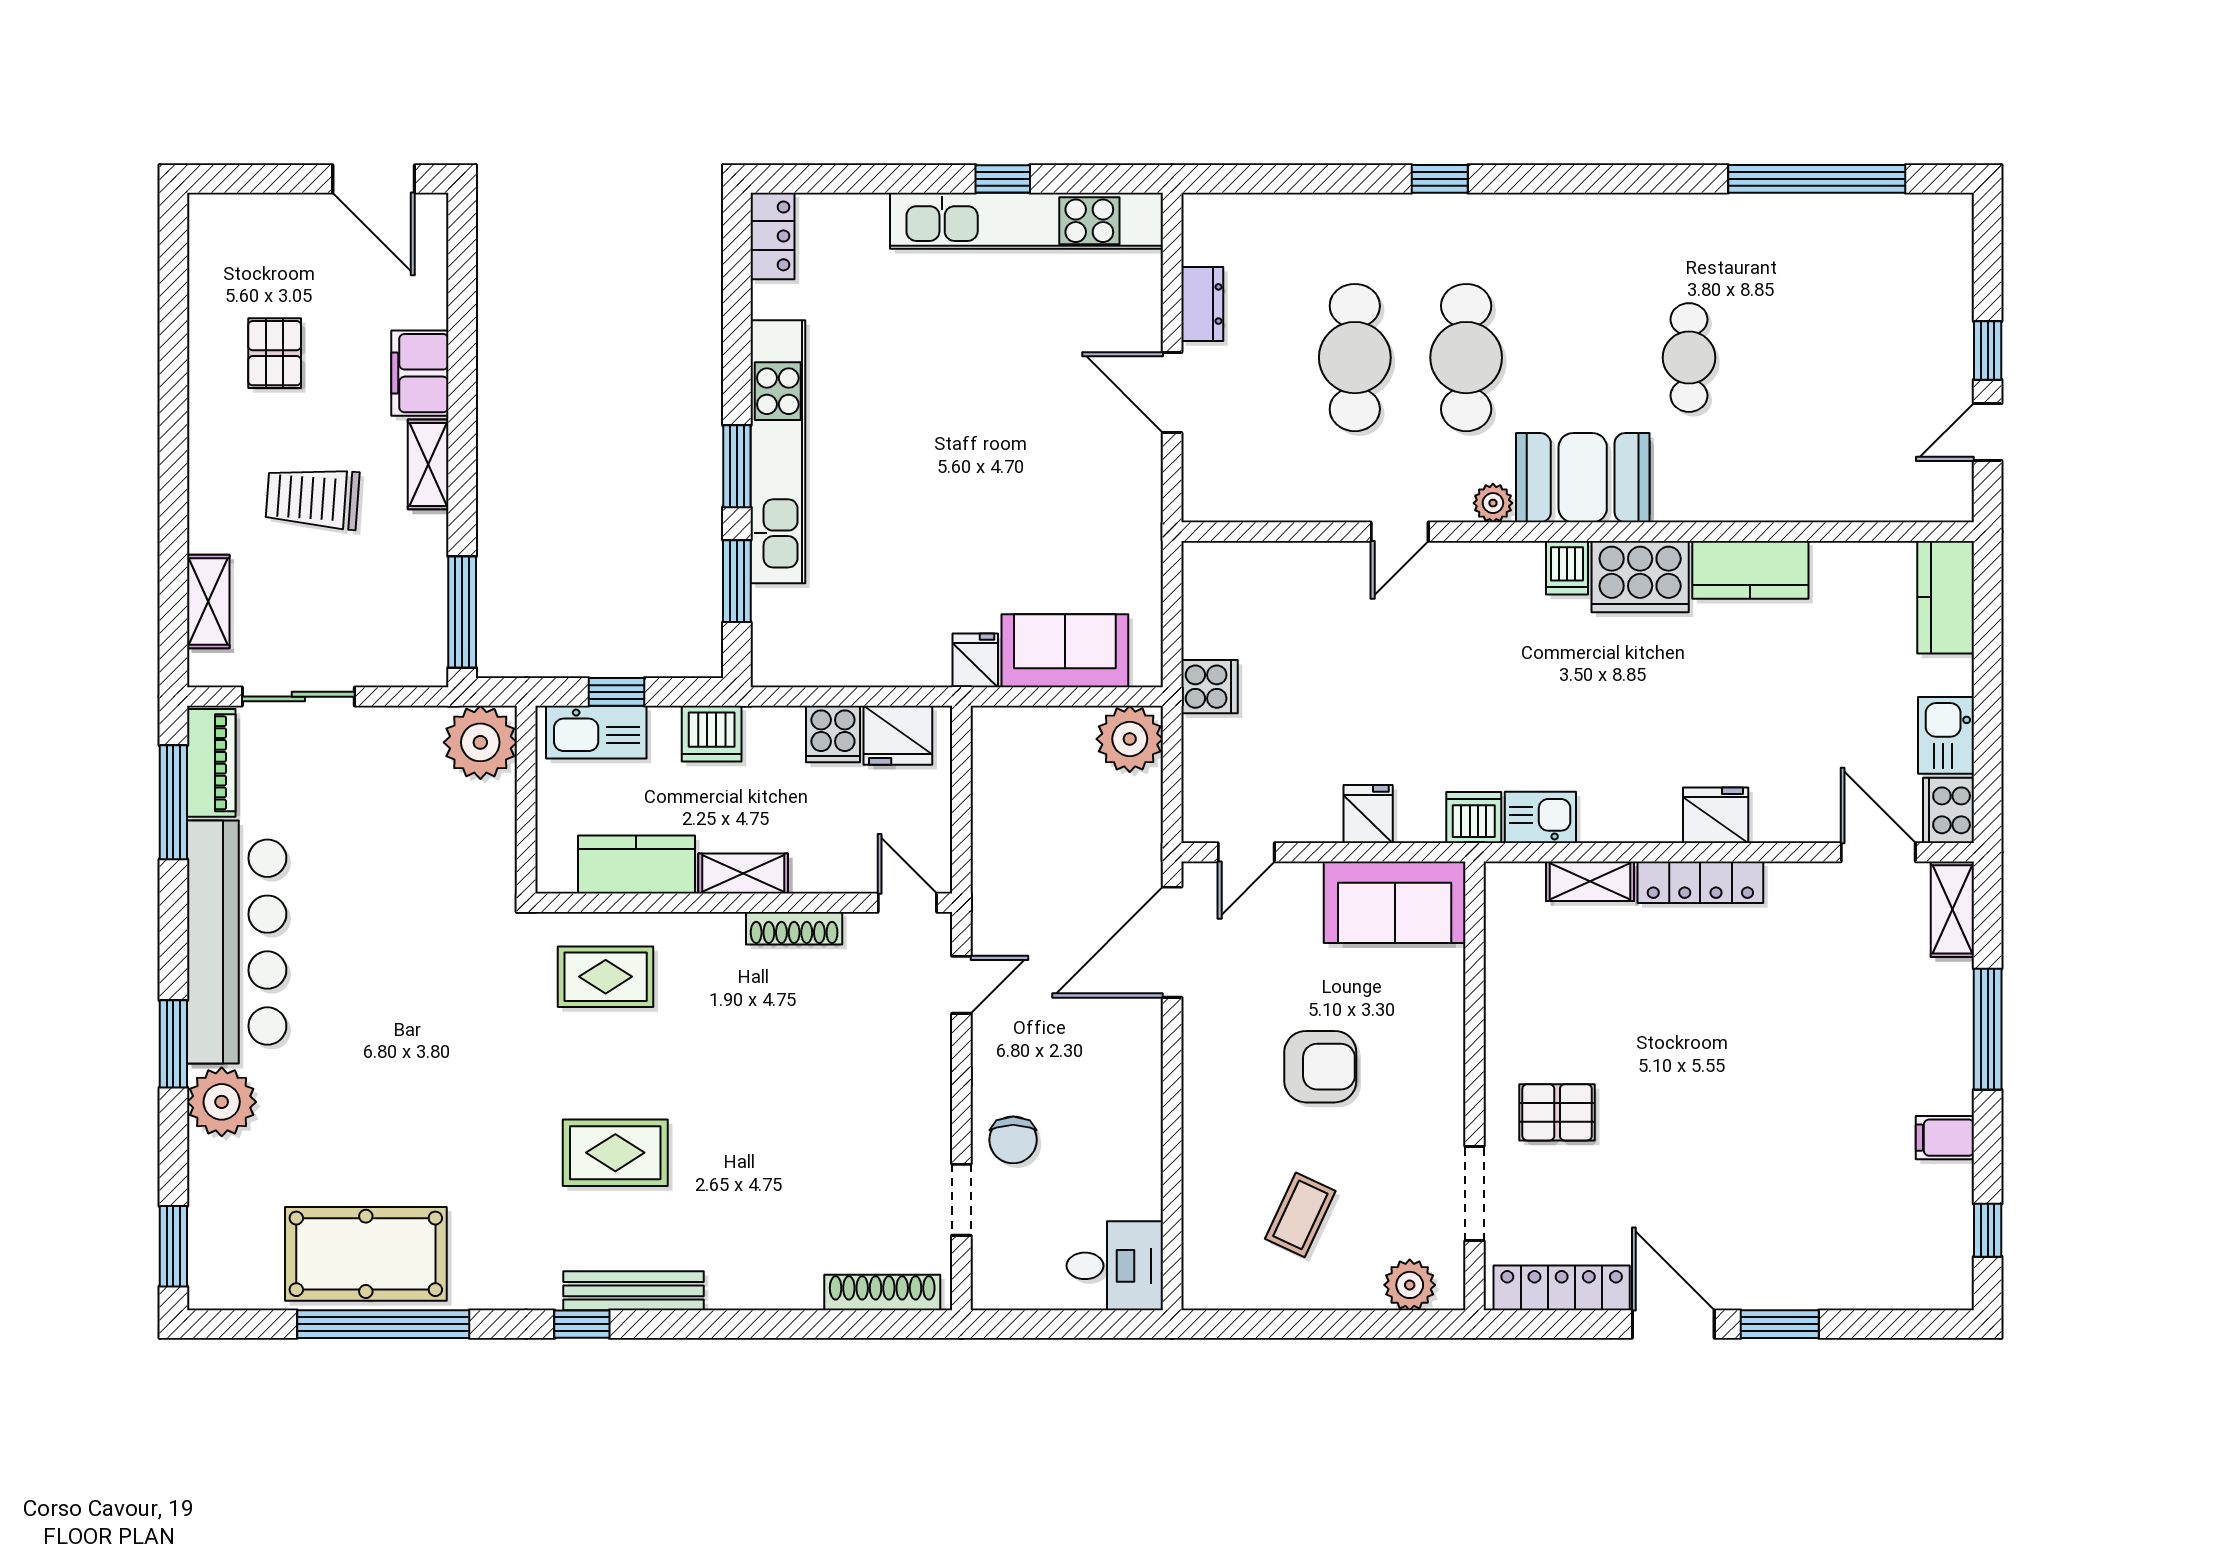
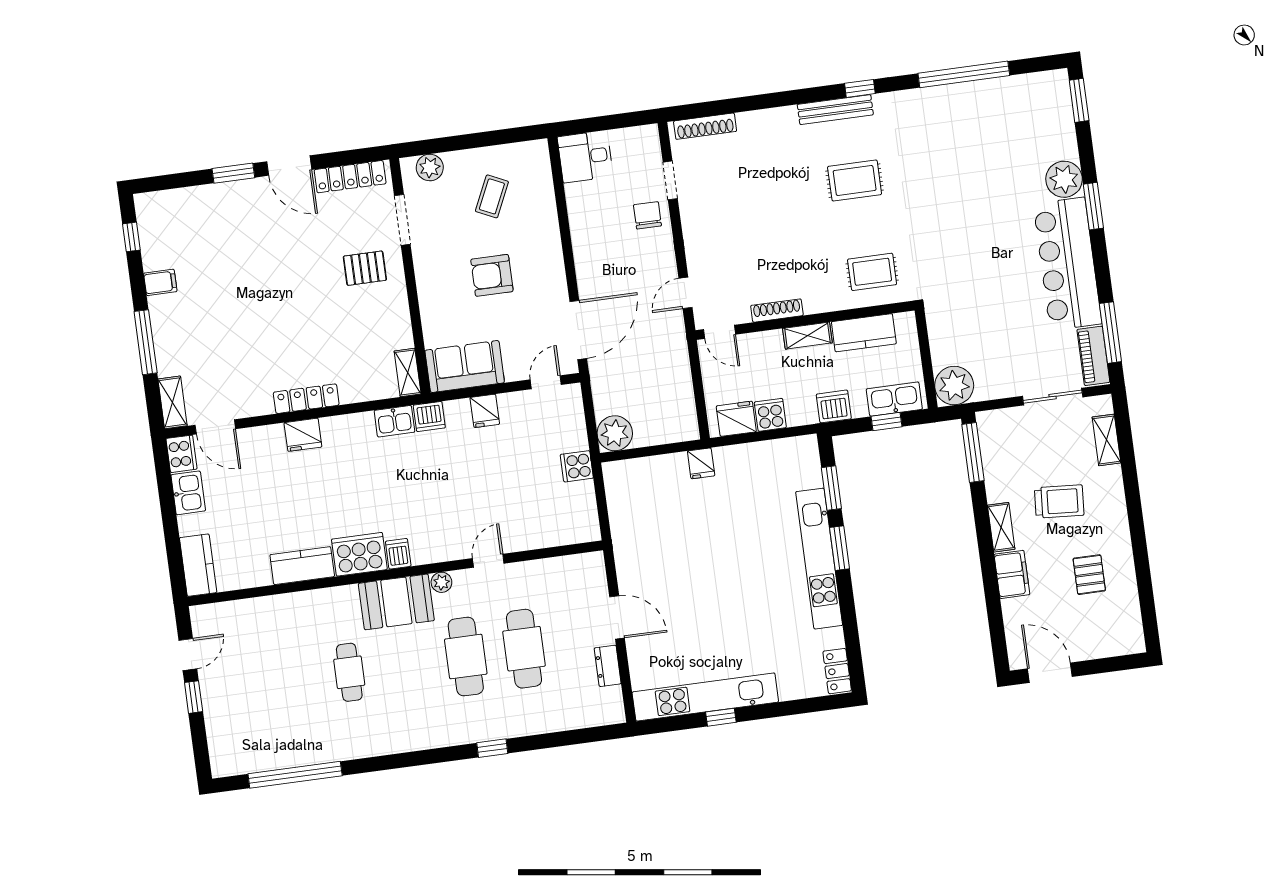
sofa: (1065, 651) -> (655, 475), removed
shelving: (1590, 881) -> (408, 373), moved, turned 90
pool table: (366, 1254) -> (978, 110), removed

